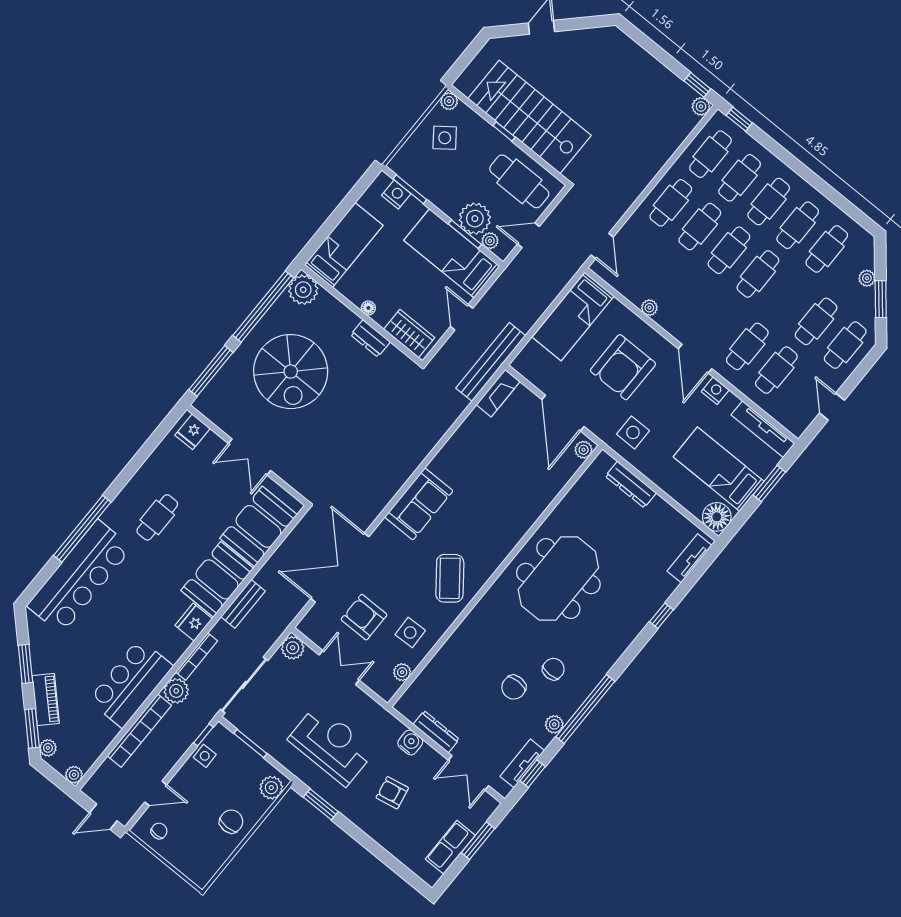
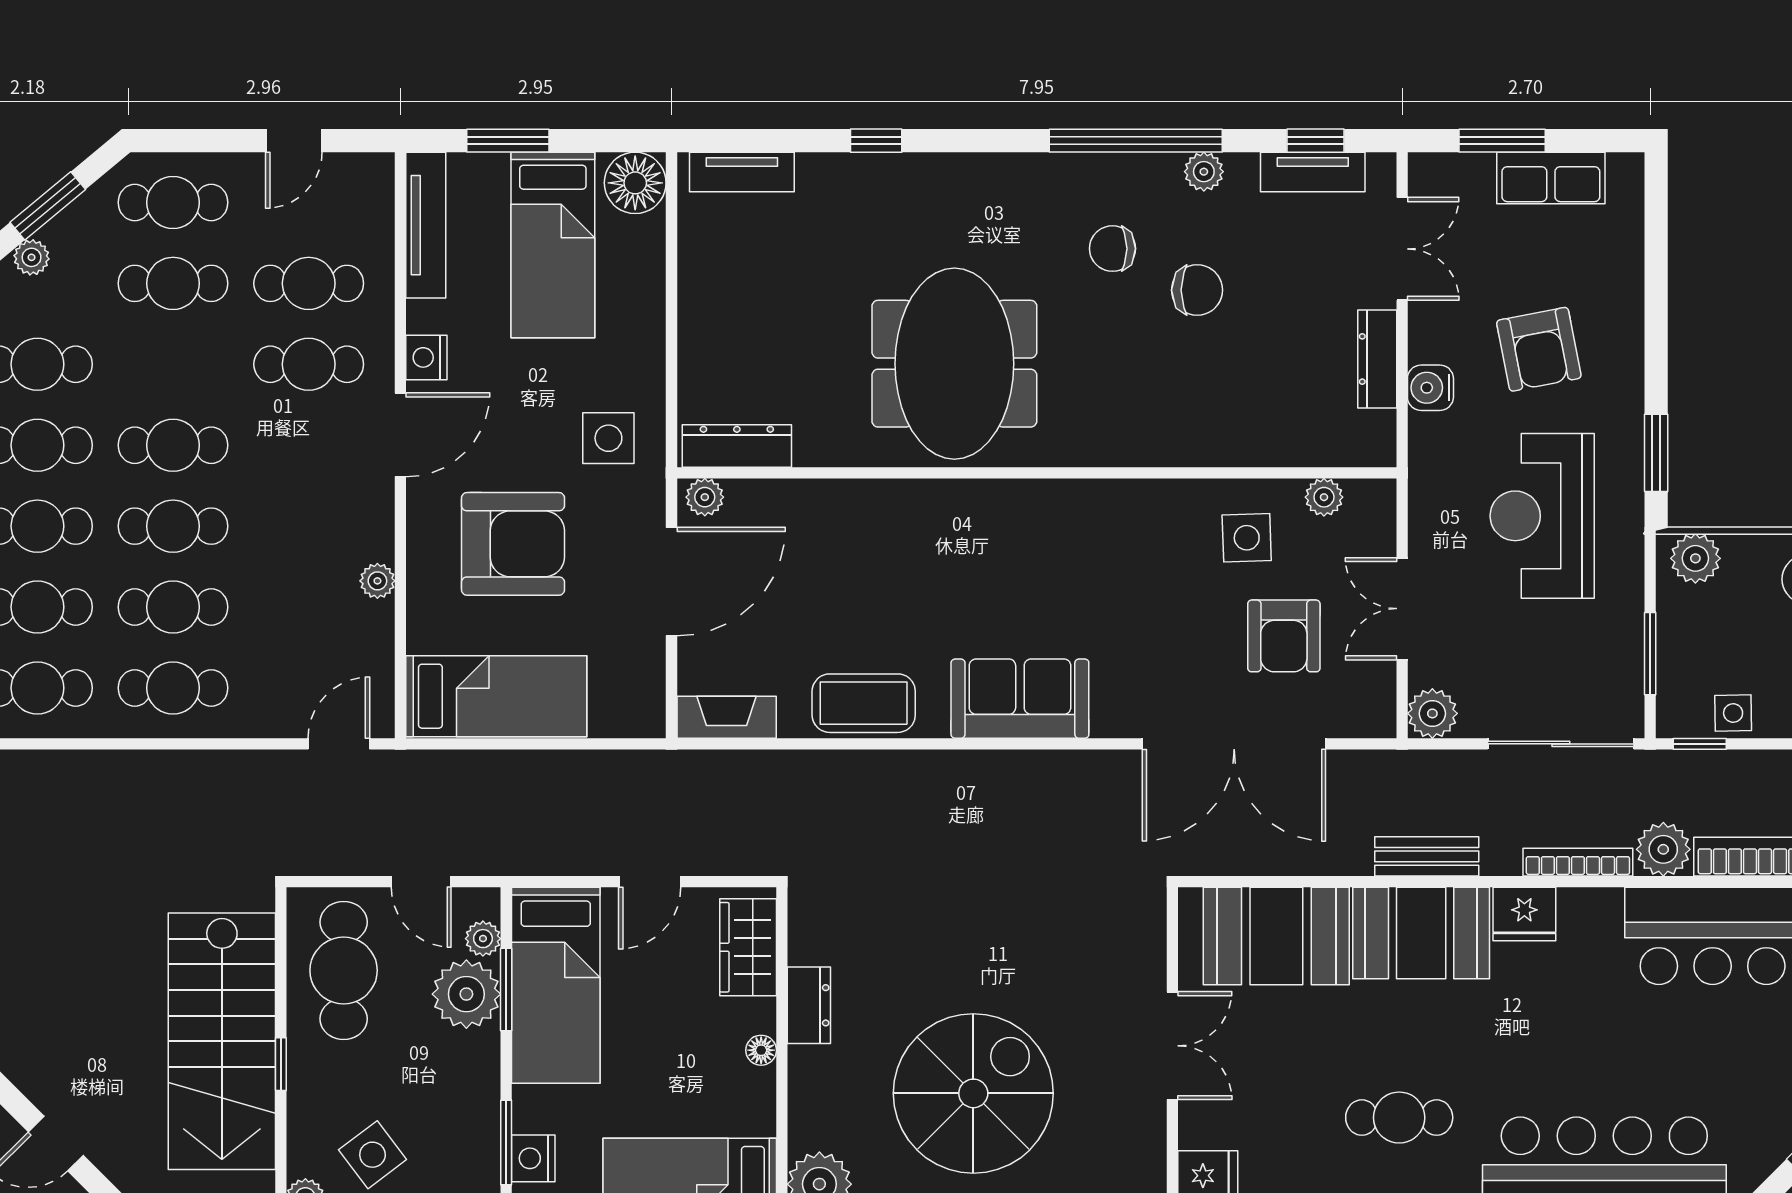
bench: (491, 362) -> (685, 772), removed
dresser: (631, 485) -> (737, 446), moved, turned -90
coffee table: (450, 578) -> (864, 703), moved, turned 38
meeting table: (558, 579) -> (954, 364), turned 90
armchair: (392, 793) -> (1539, 349), width x1.38, depth x1.38

